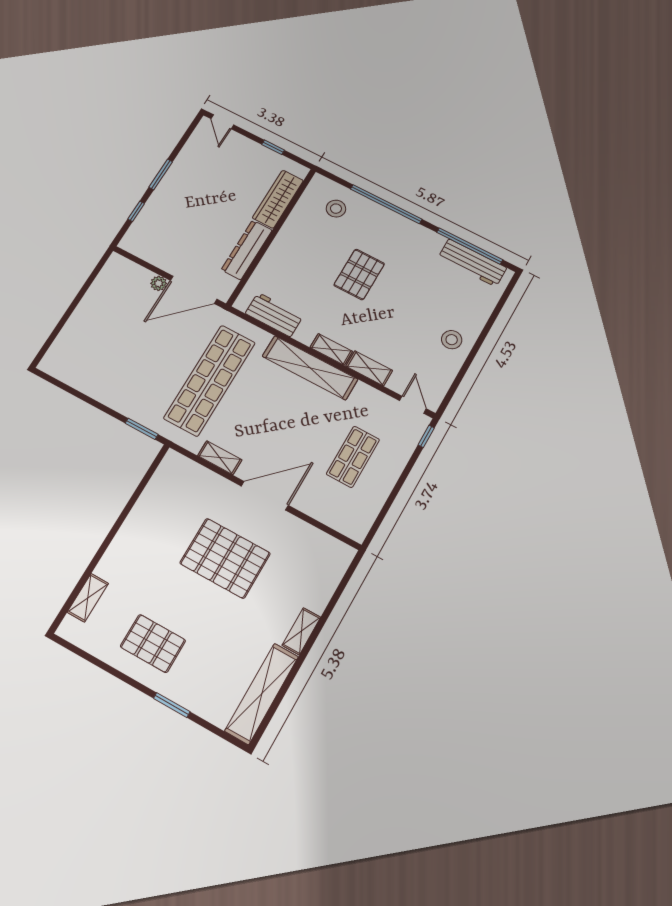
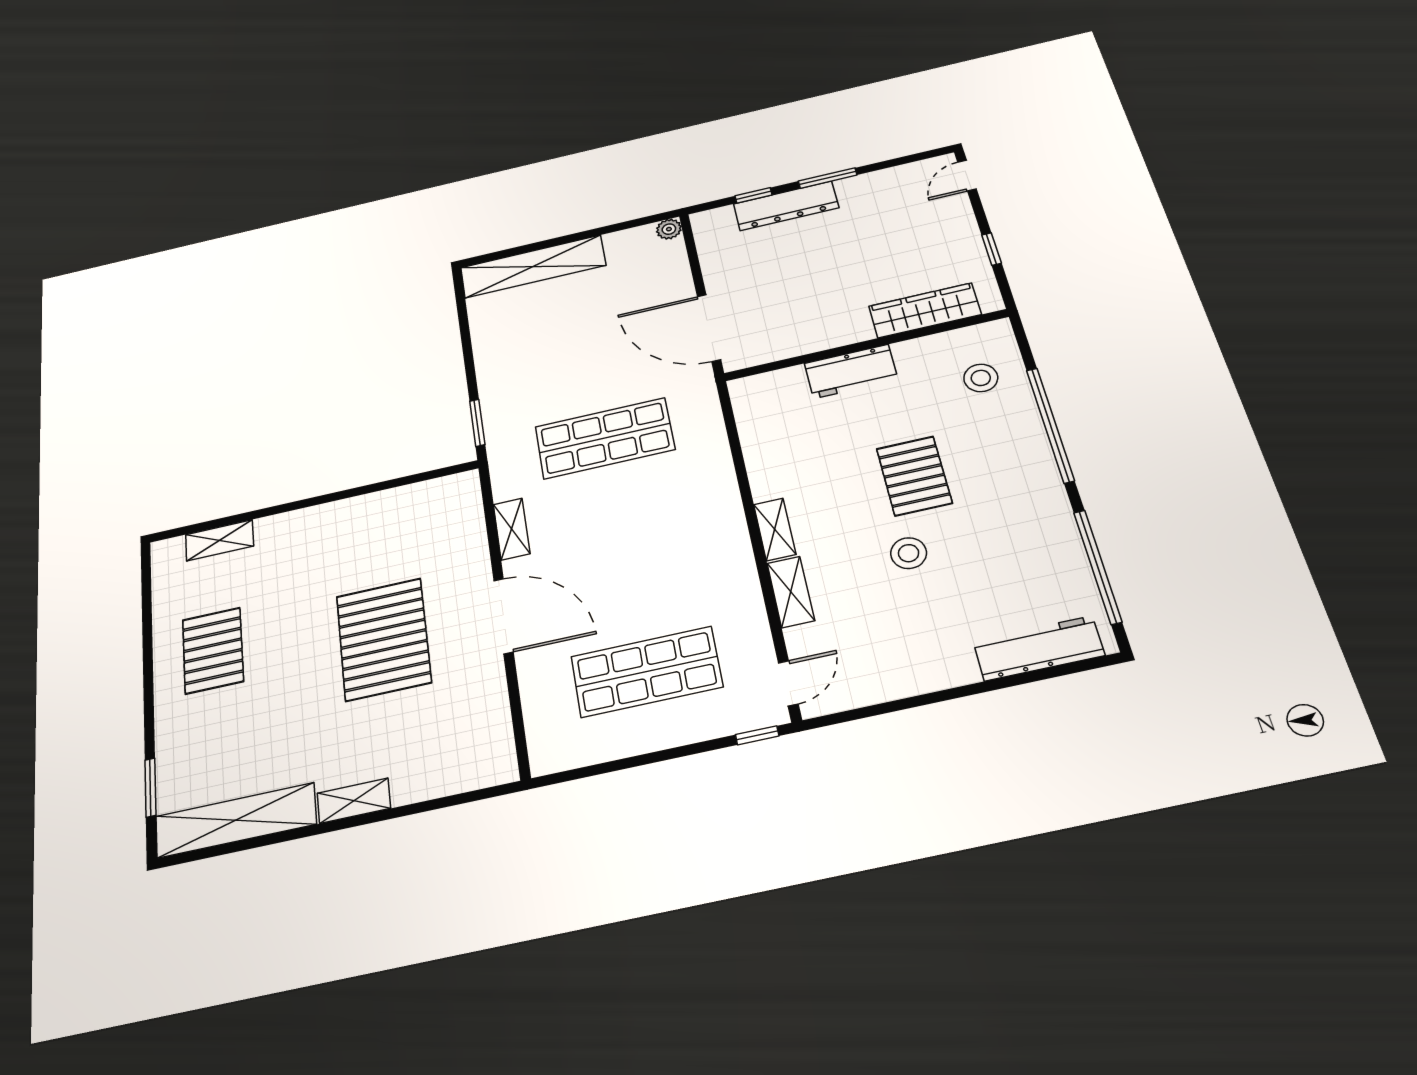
dresser: (247, 250) -> (786, 206), moved, turned 180
workbench: (472, 263) -> (1039, 648), moved, turned 90
pallet: (359, 274) -> (914, 476), turned 90
plant: (159, 283) -> (669, 229), moved
workbench: (274, 315) -> (851, 371), moved, turned 90
stool: (452, 340) -> (909, 553), moved
shelving: (310, 368) -> (533, 266), moved, turned 90
shop shelf: (210, 380) -> (605, 438), width x0.71
shop shelf: (353, 457) -> (646, 672), width x1.43, depth x1.36
window: (172, 705) -> (150, 788), moved

